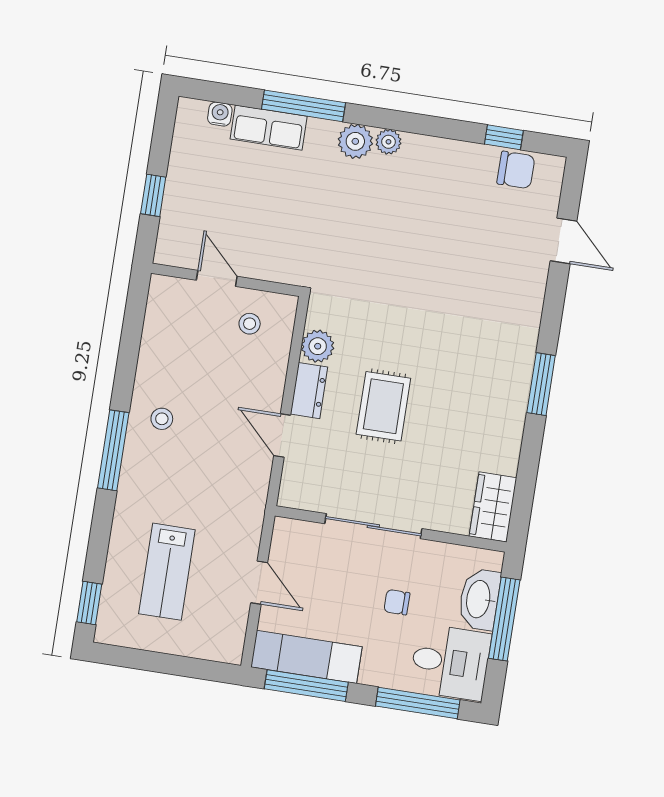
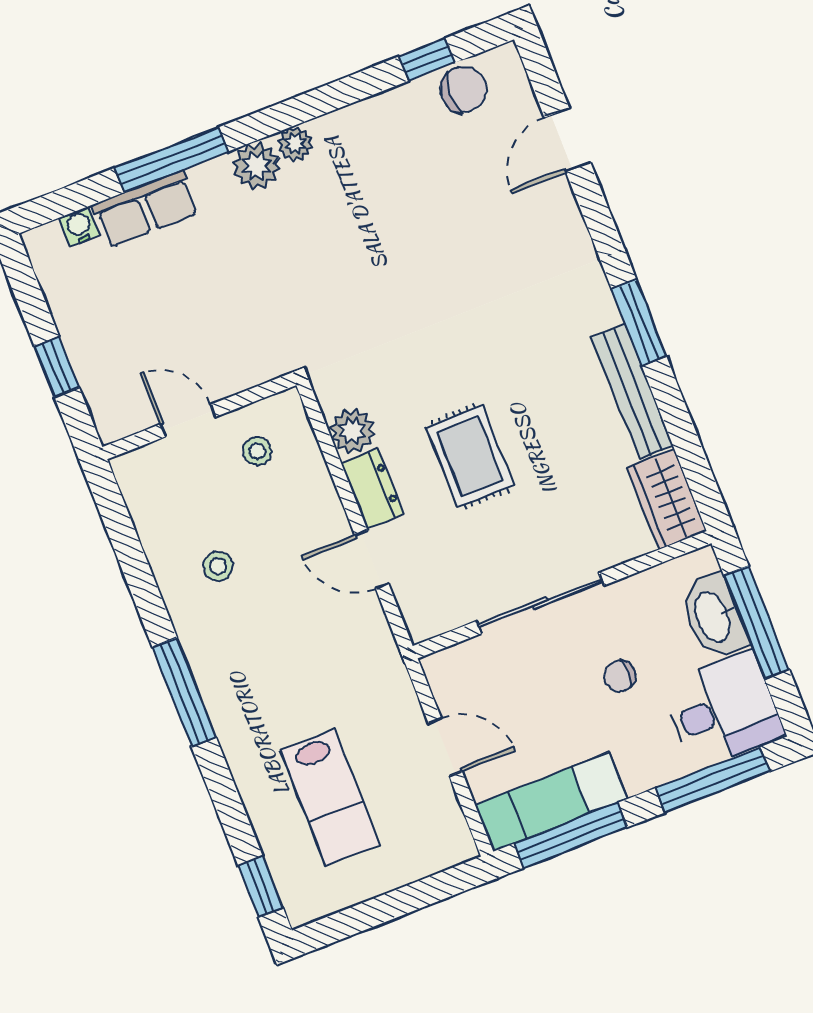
door: (563, 241) -> (568, 140), swing flipped
stool: (162, 419) -> (218, 566), moved
bench: (511, 425) -> (632, 391), added

